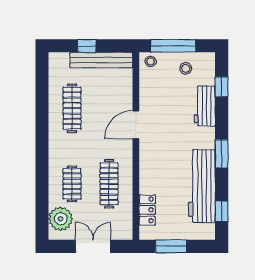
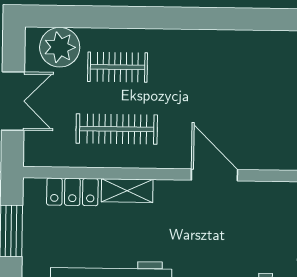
clothes rail: (72, 108) -> (243, 69), removed
shelving: (146, 177) -> (127, 191), added

